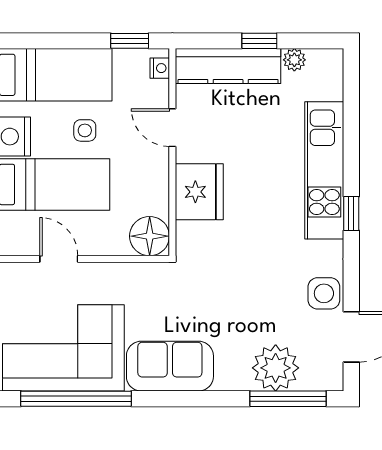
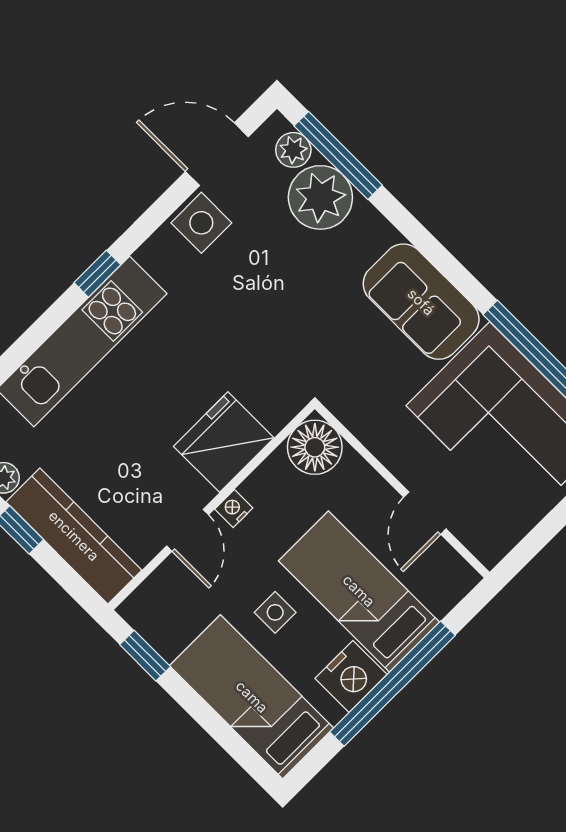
nightstand: (160, 68) -> (234, 509), moved
plant: (314, 378) -> (293, 150), added

